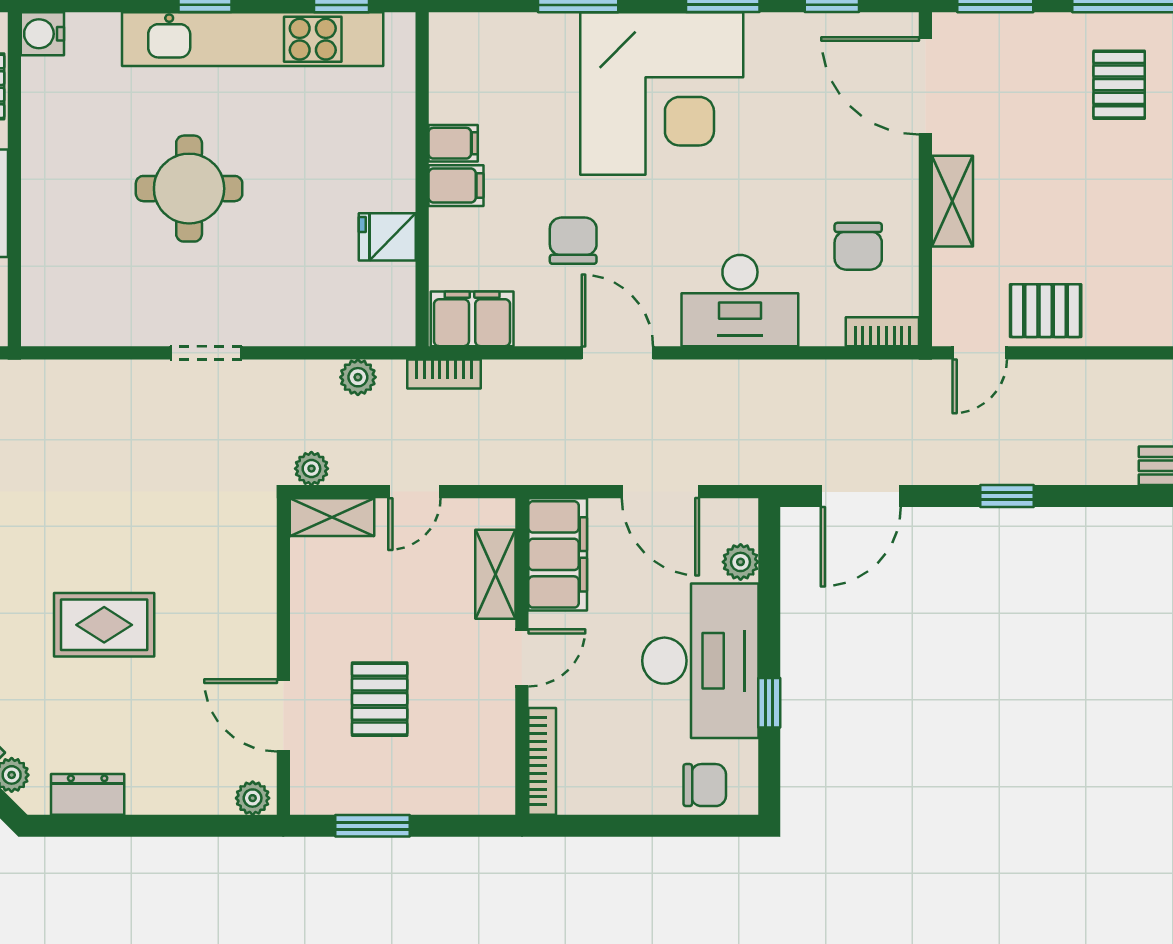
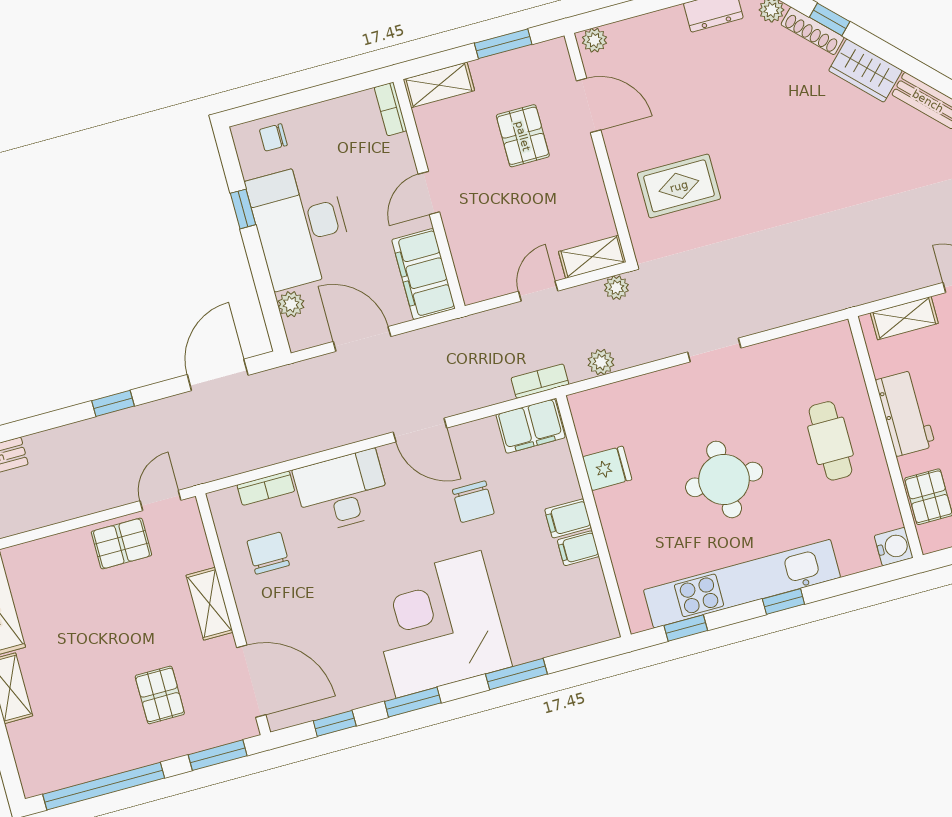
pallet: (1119, 85) -> (160, 695), moved
round table: (189, 189) -> (724, 479), moved
cafe table: (87, 194) -> (830, 441), added
bookcase: (882, 332) -> (266, 488), moved
shelving: (495, 574) -> (439, 85), moved, turned 90
rug: (104, 625) -> (679, 186), moved
bookcase: (542, 761) -> (391, 109), width x0.64
chair: (705, 785) -> (273, 137), width x0.73, depth x0.73

